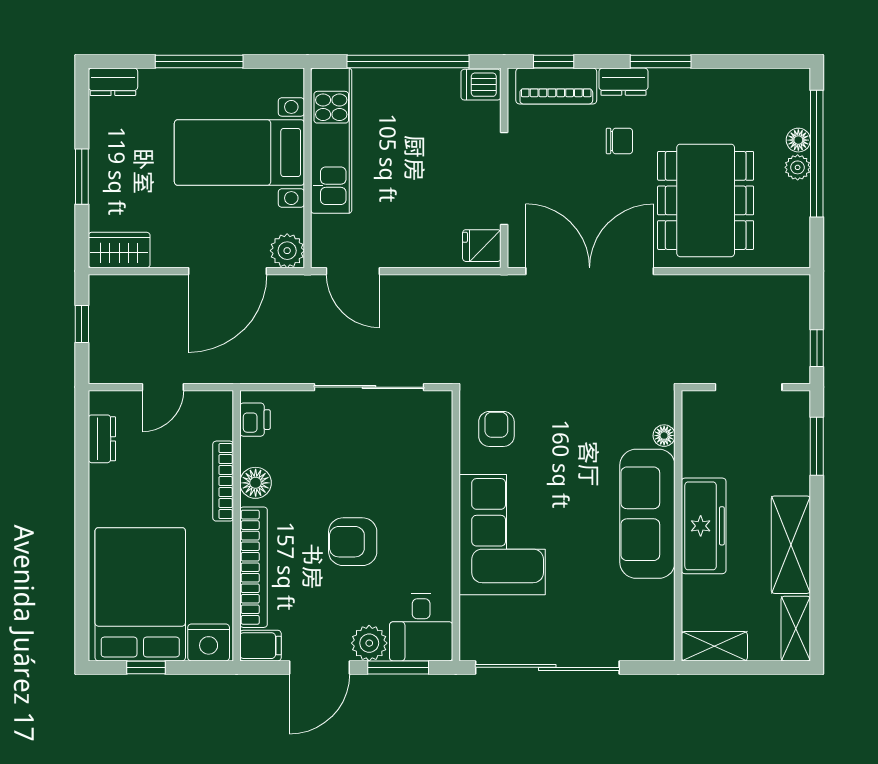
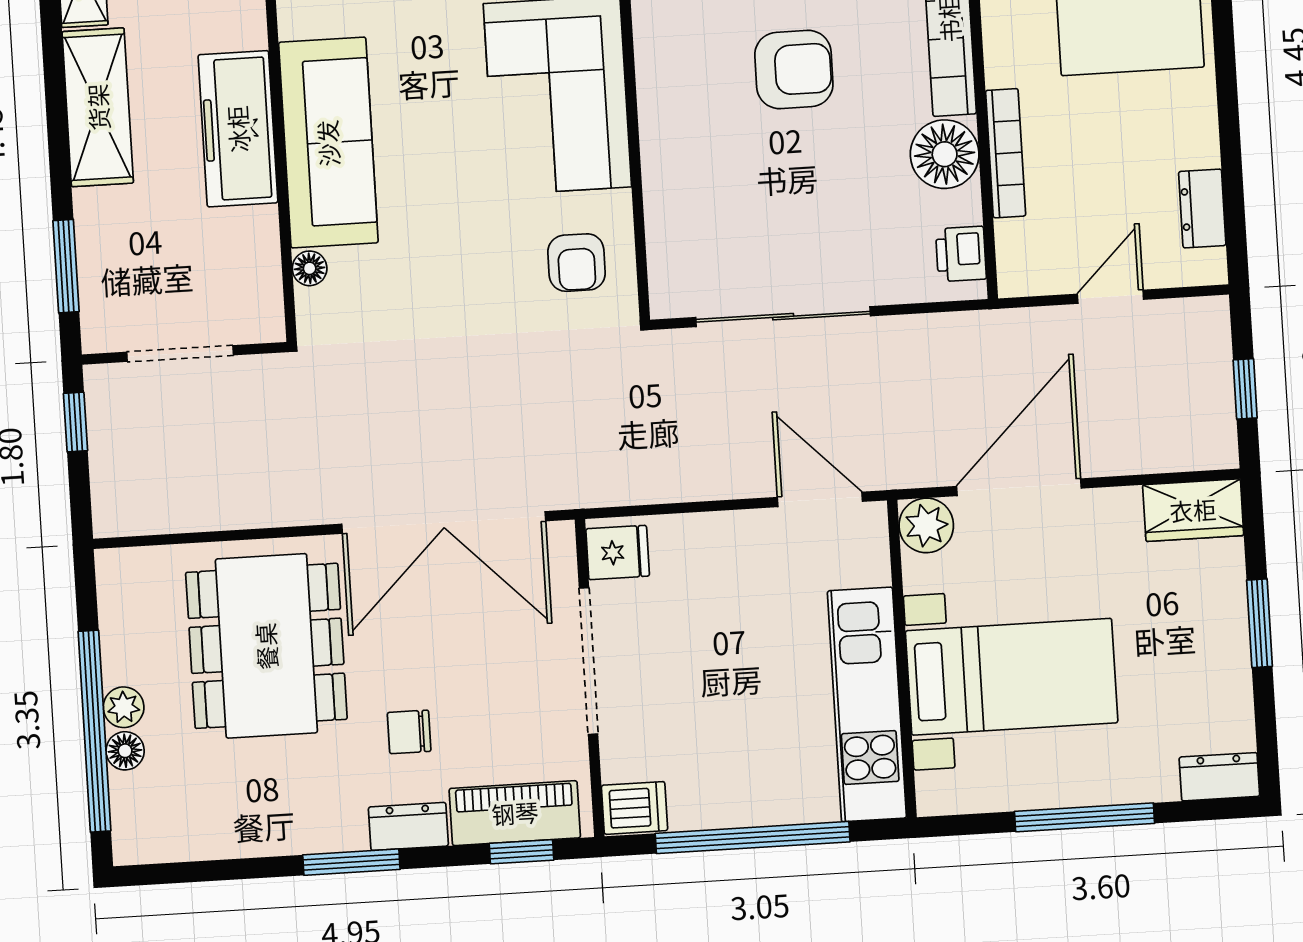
floor lamp: (256, 483) -> (945, 154), width x1.38, depth x1.38

